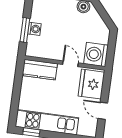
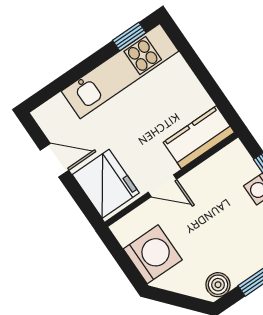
washing machine: (96, 54) -> (153, 254), moved

